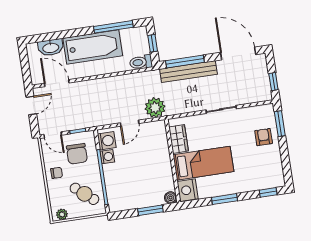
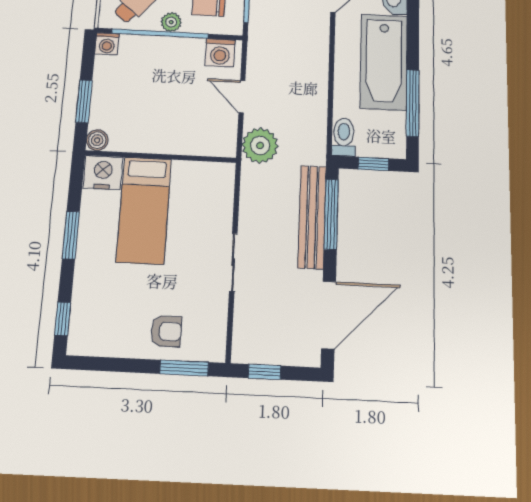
wardrobe: (179, 139) -> (197, 175), removed
washing machine: (107, 157) -> (107, 44), moved
plant: (94, 172) -> (171, 22), added

